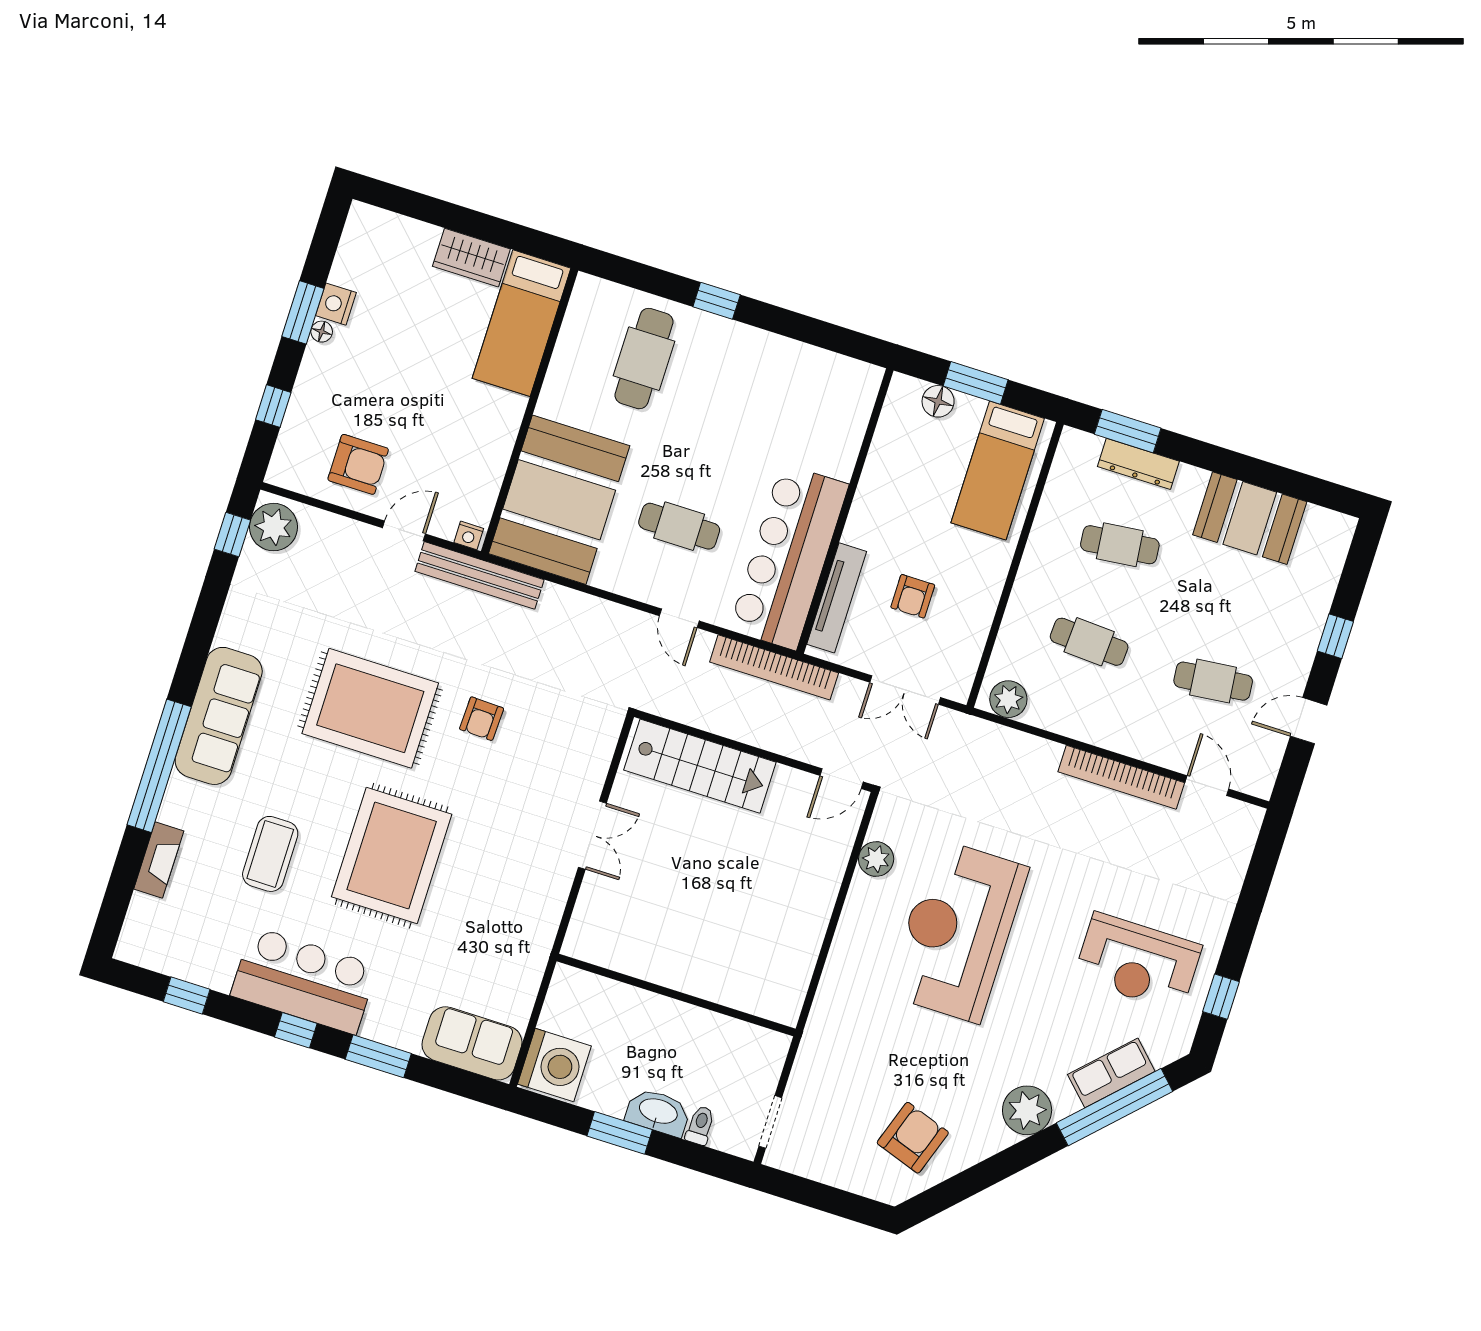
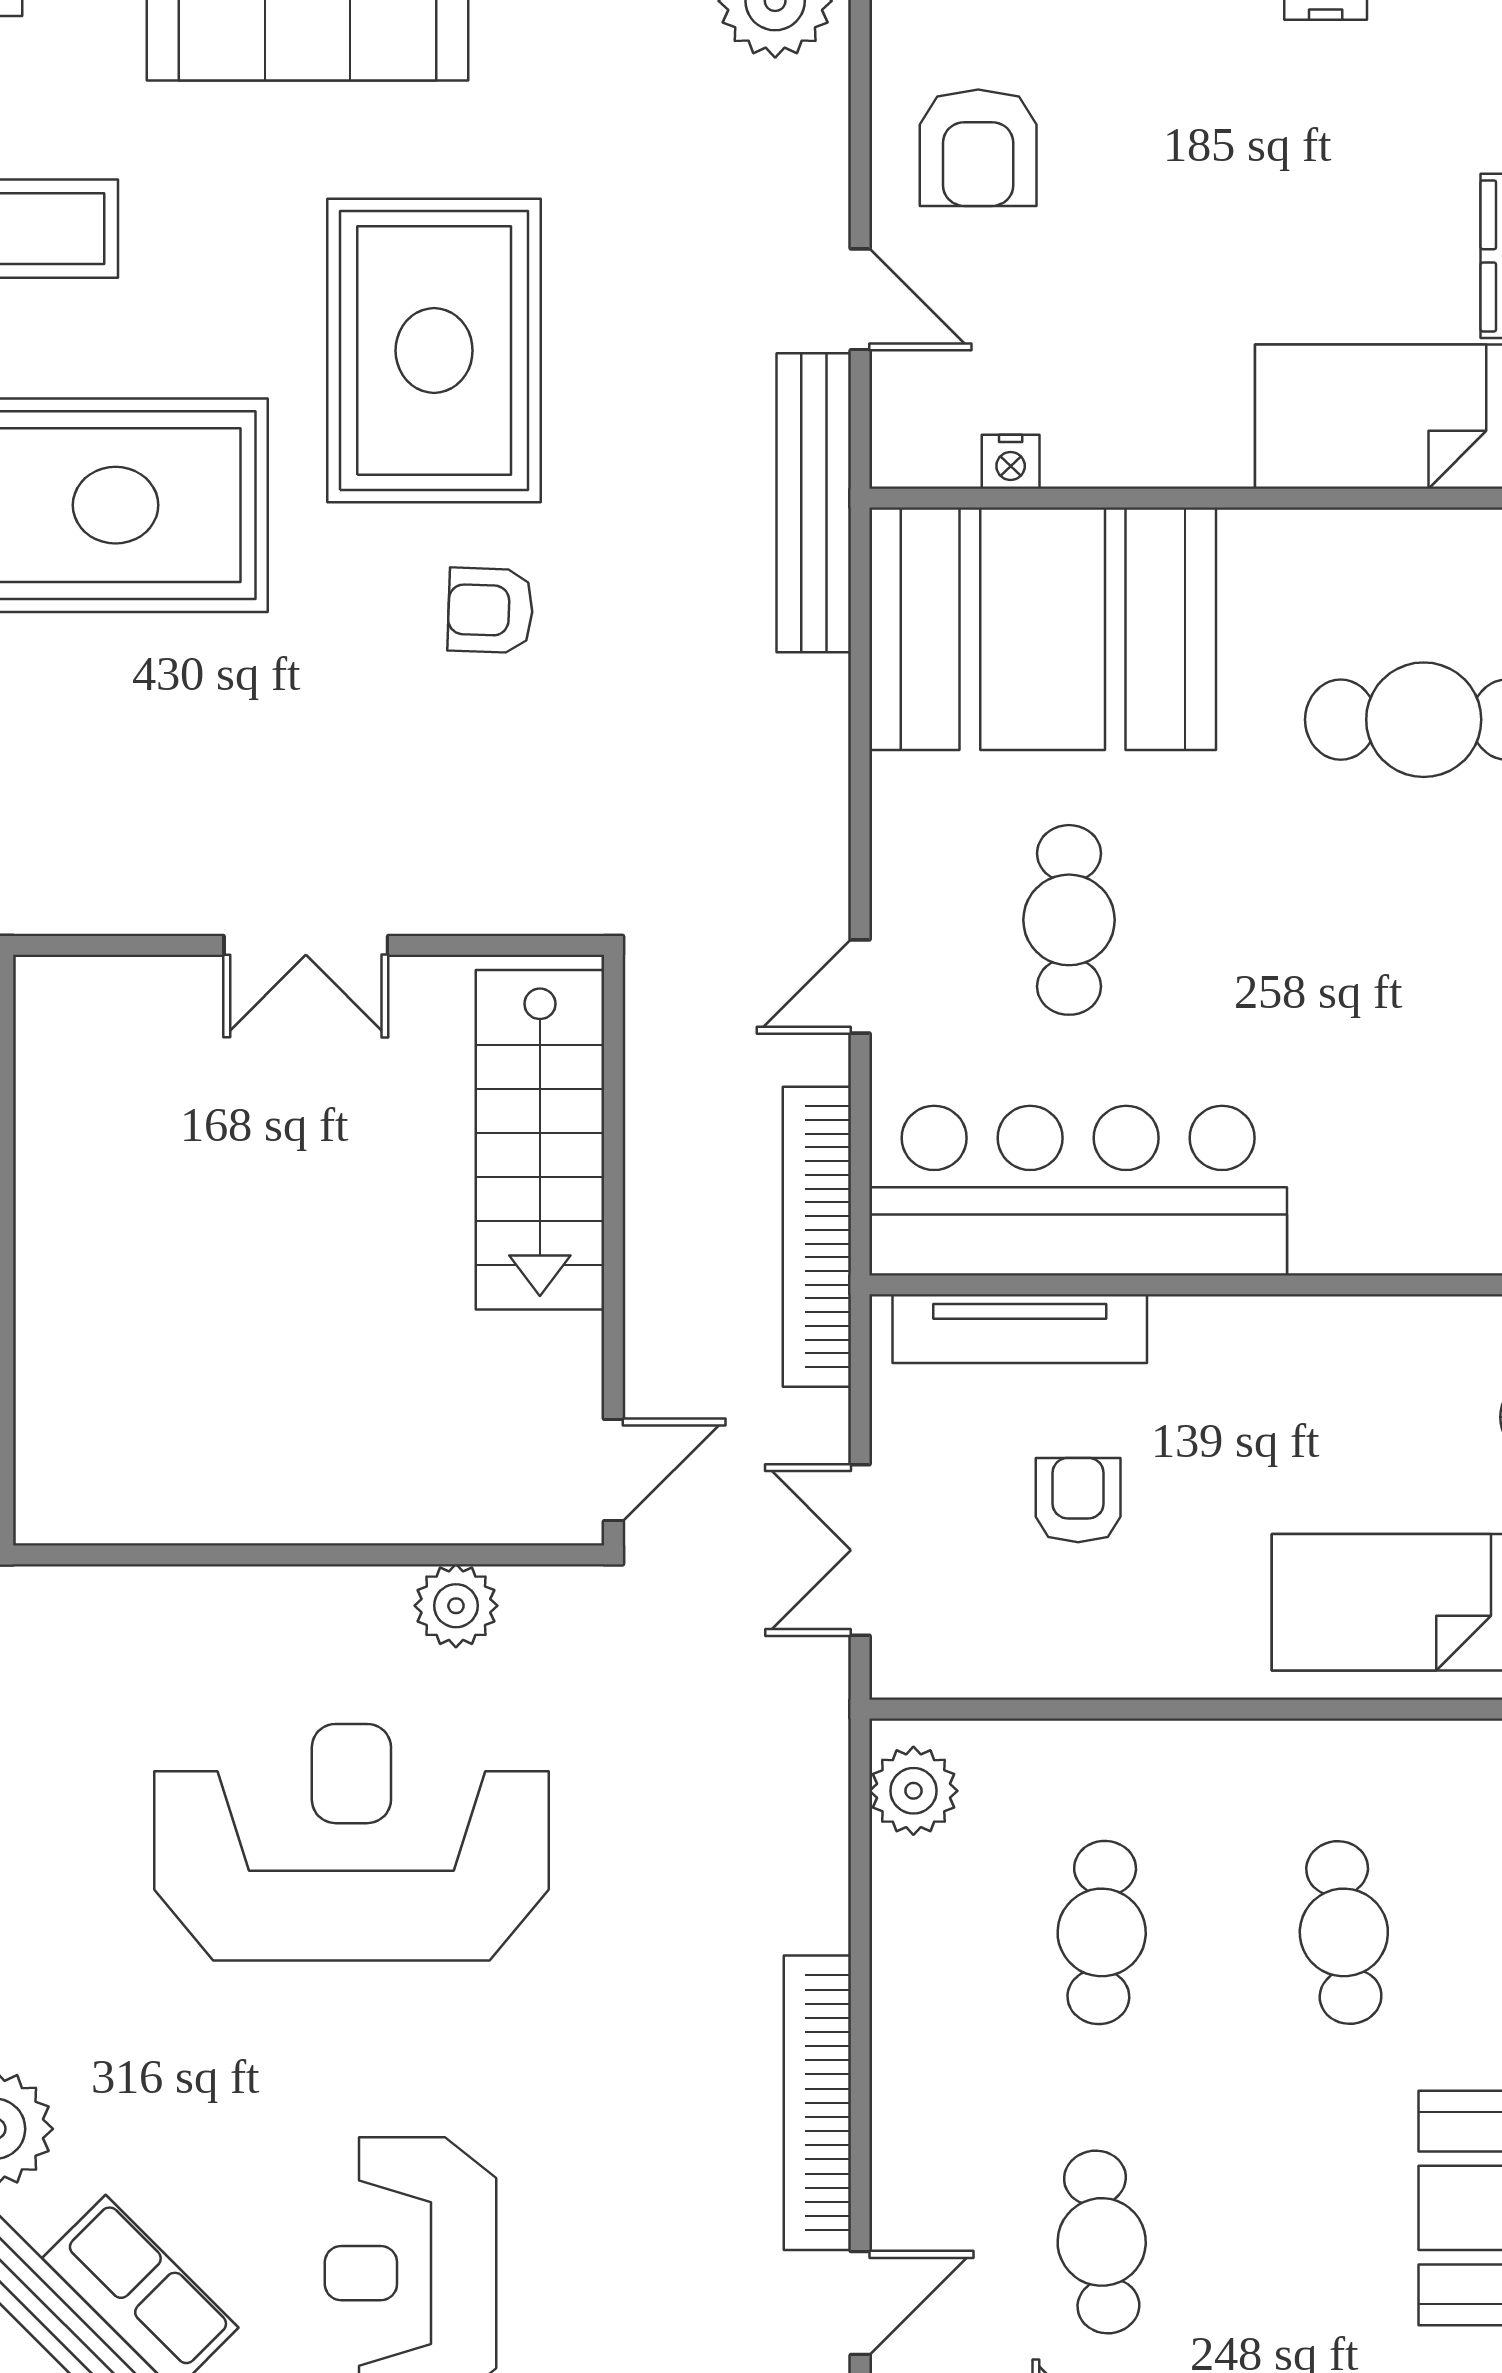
nightstand: (469, 535) -> (1011, 462), moved, turned -90
armchair: (913, 596) -> (1078, 1500), turned 90
door: (842, 779) -> (613, 1470), swing flipped

